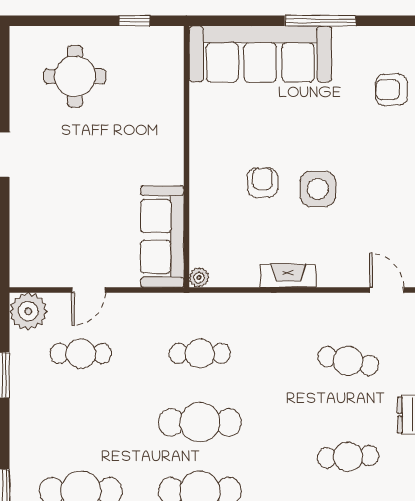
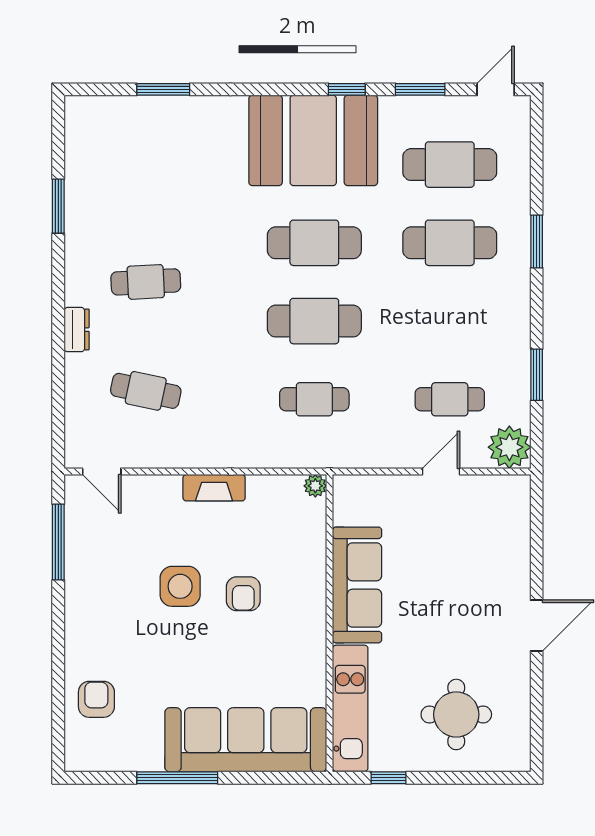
kitchen unit: (168, 82) -> (350, 708), added
armchair: (392, 90) -> (96, 699), turned -90
sofa: (162, 236) -> (357, 585), moved

